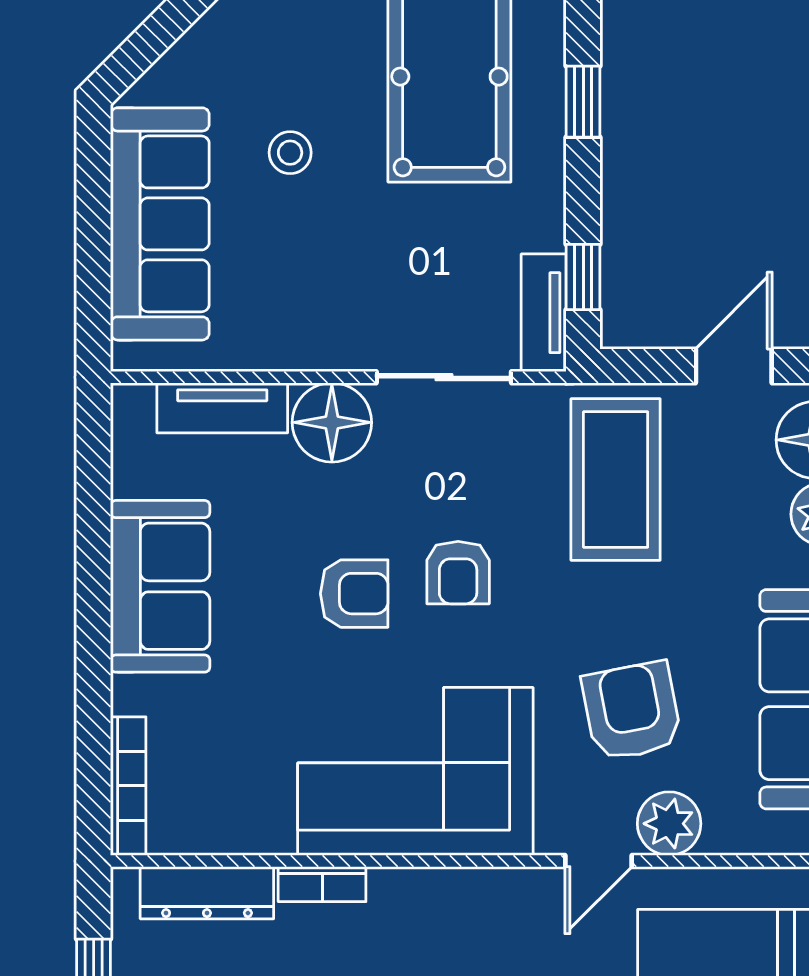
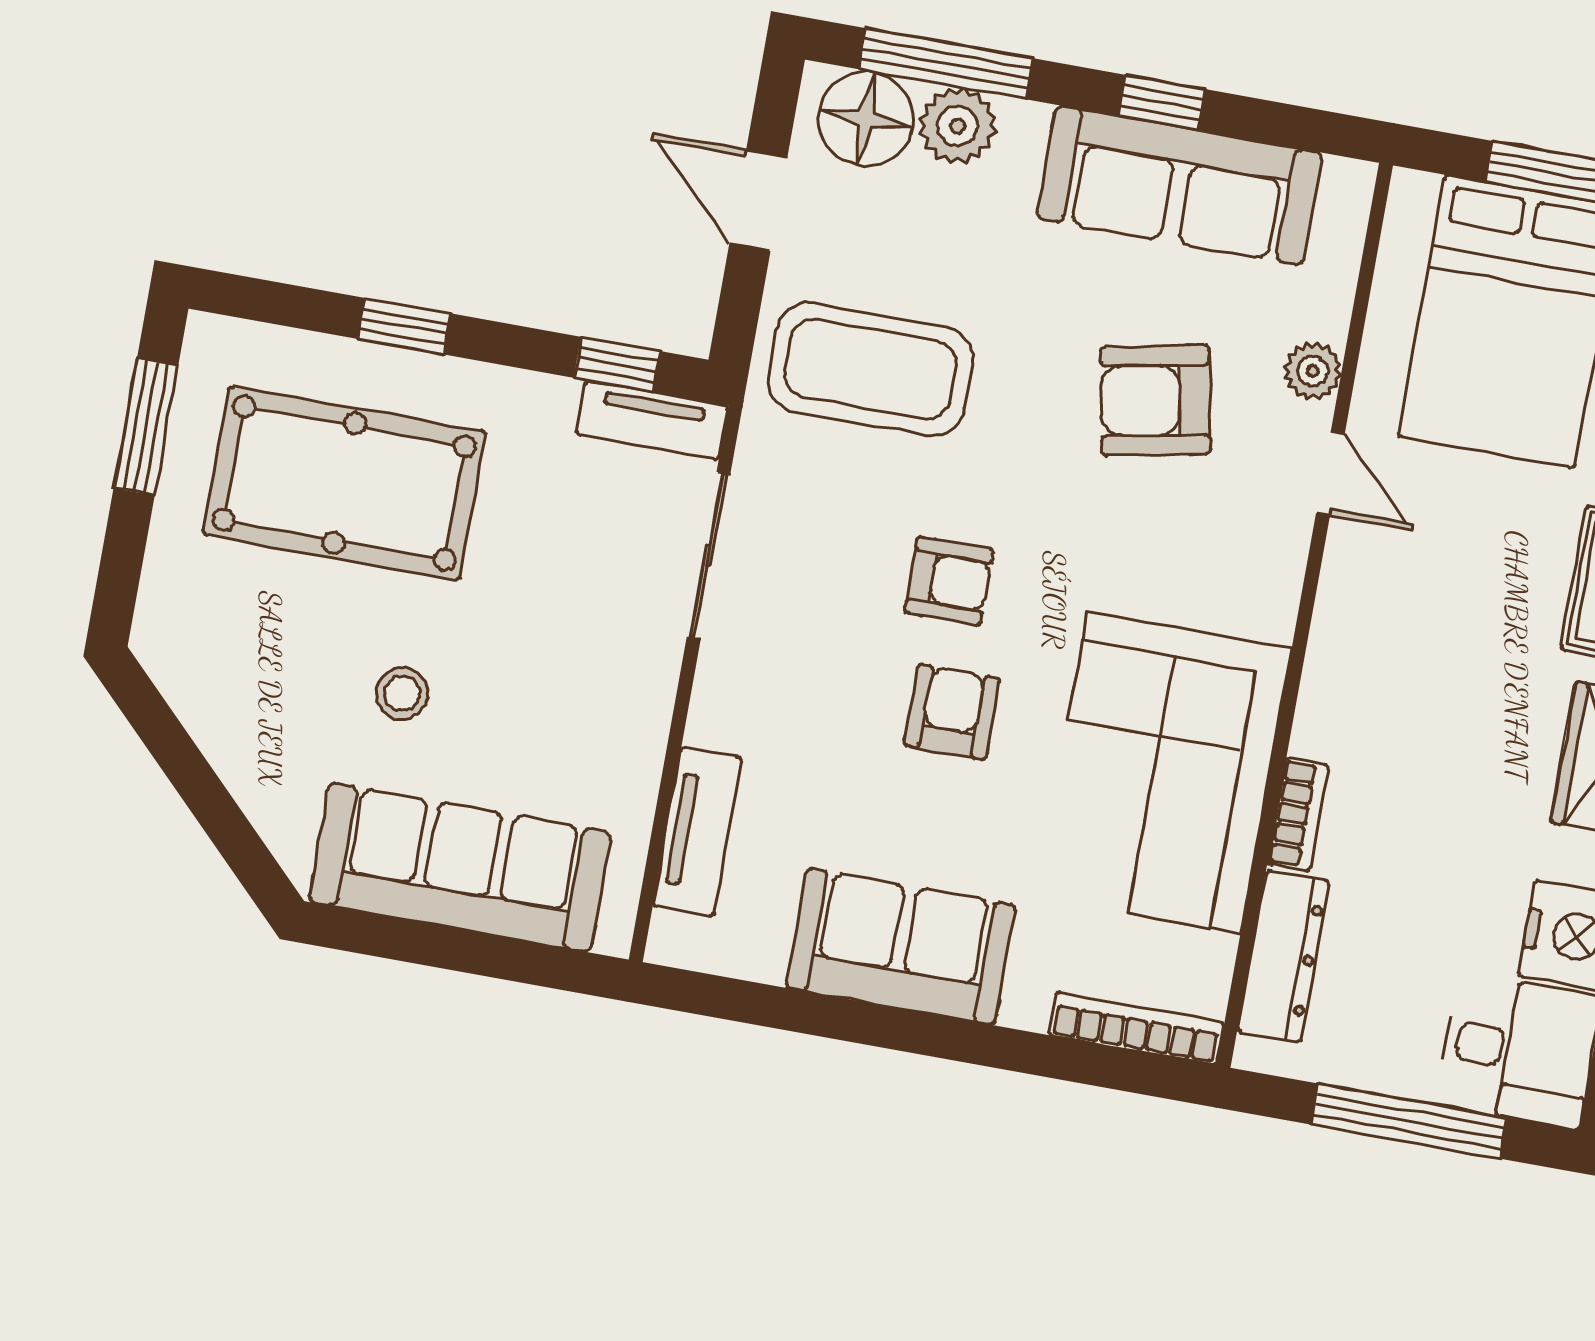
floor lamp: (332, 422) -> (739, 702), removed
corner sofa: (415, 771) -> (1164, 773), moved
plant: (669, 824) -> (1313, 371), width x0.73, depth x0.73

